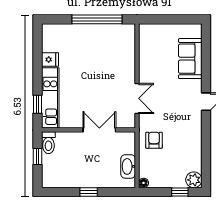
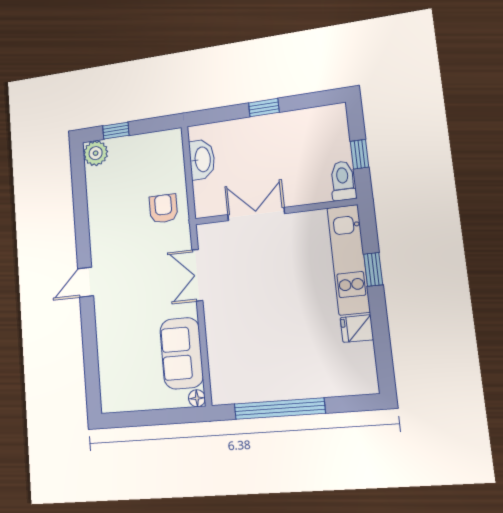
sofa: (190, 59) -> (182, 353), moved, turned 180
window: (38, 104) -> (373, 269), moved
double door: (99, 130) -> (256, 214), swing flipped
armchair: (154, 140) -> (163, 209), turned 180
floor lamp: (144, 183) -> (197, 398), moved

